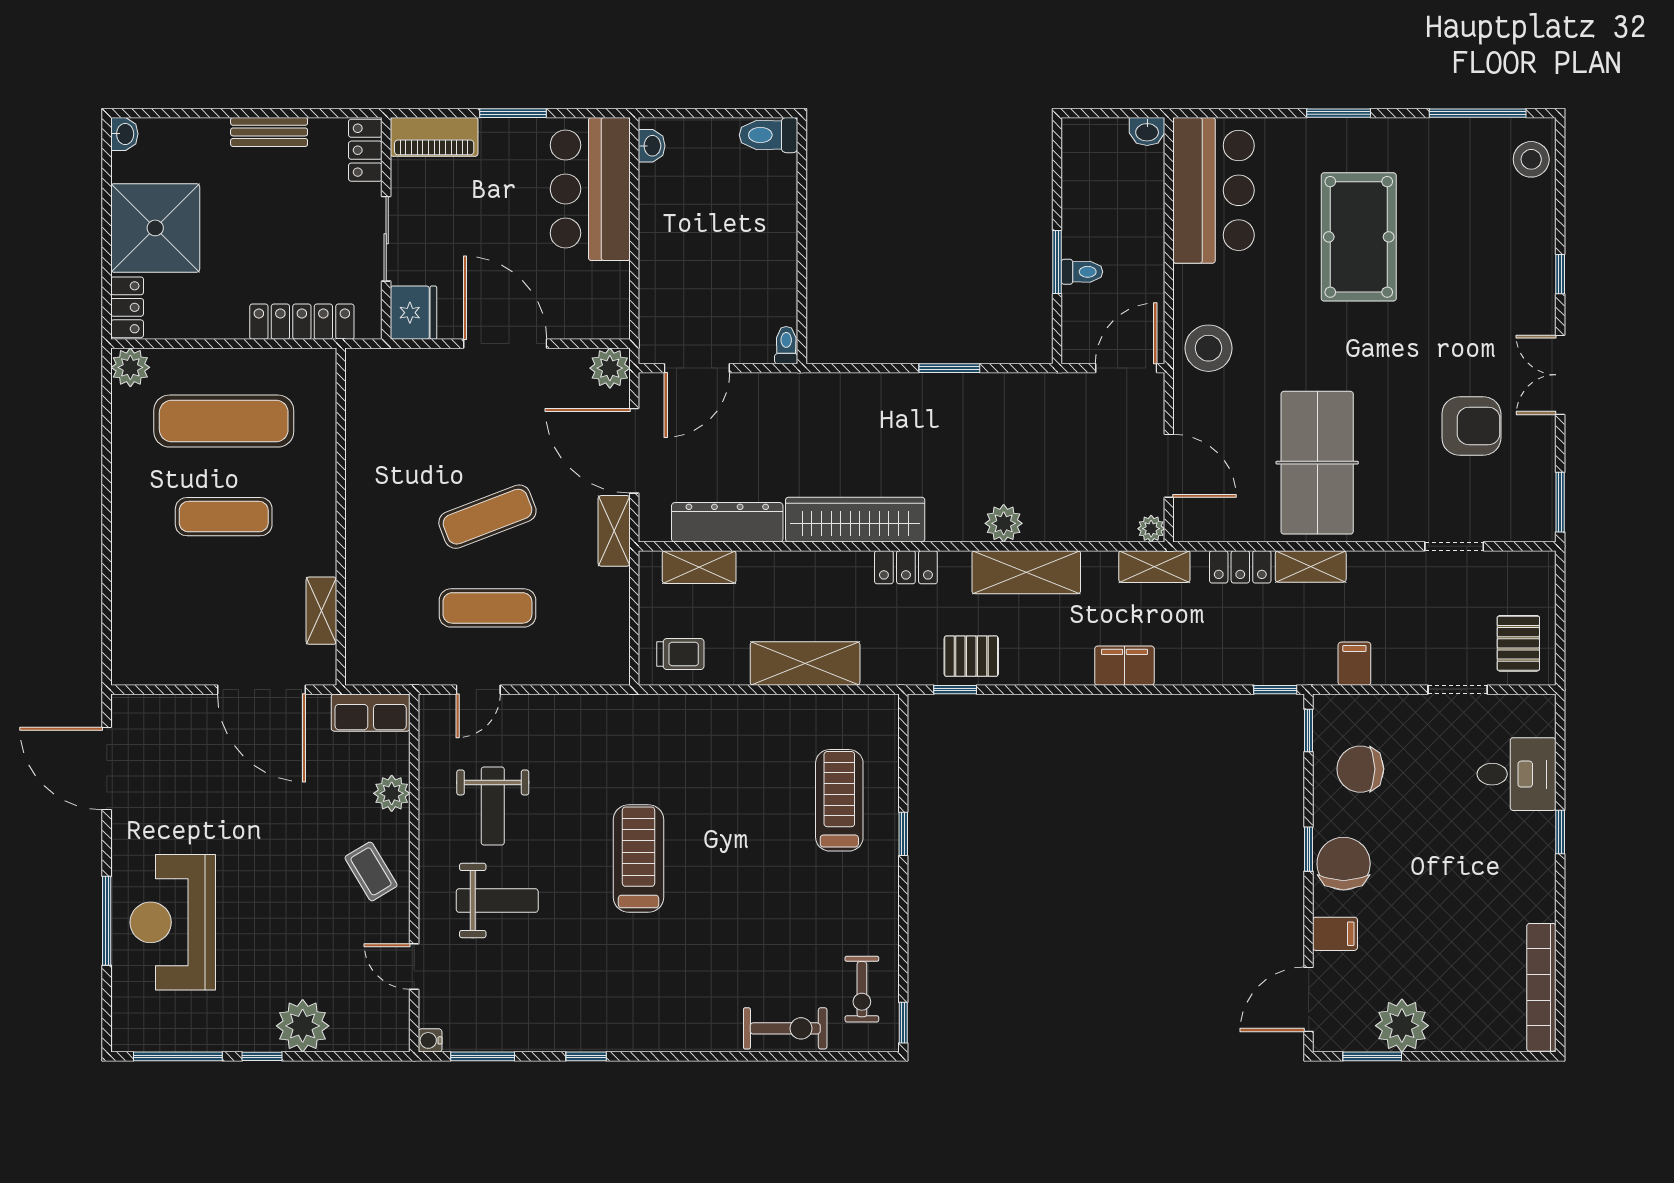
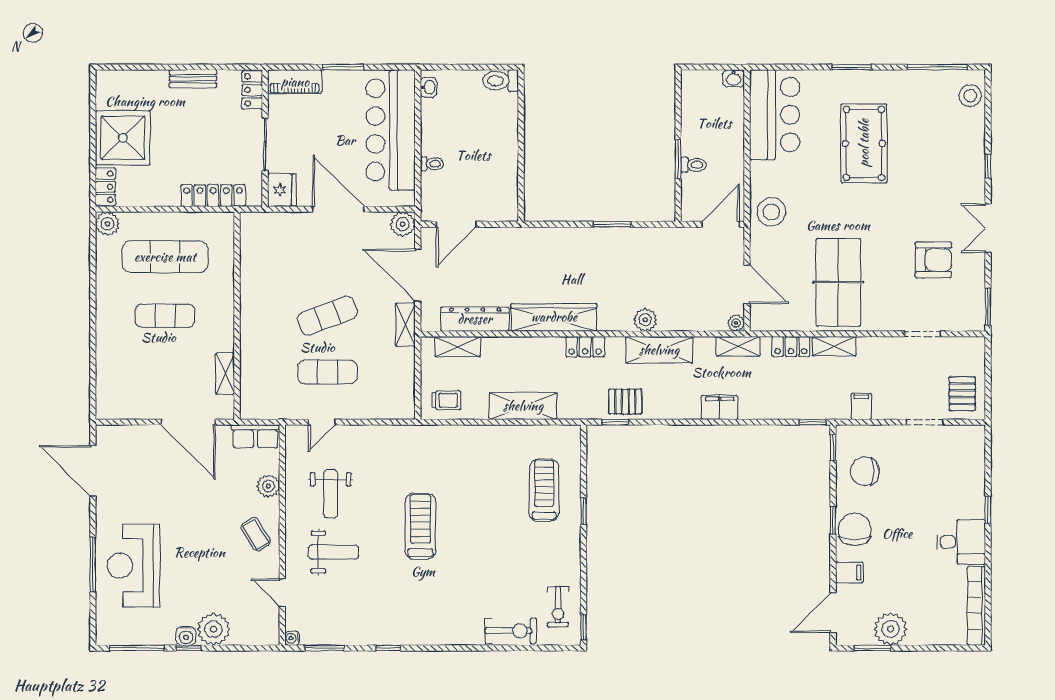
washbasin: (124, 134) -> (104, 80), removed
bar counter: (590, 189) -> (391, 130), width x1.36
toilet: (786, 345) -> (432, 164), moved, turned 90
desk: (1517, 774) -> (961, 542), moved
water cooler: (258, 1037) -> (186, 636), added

